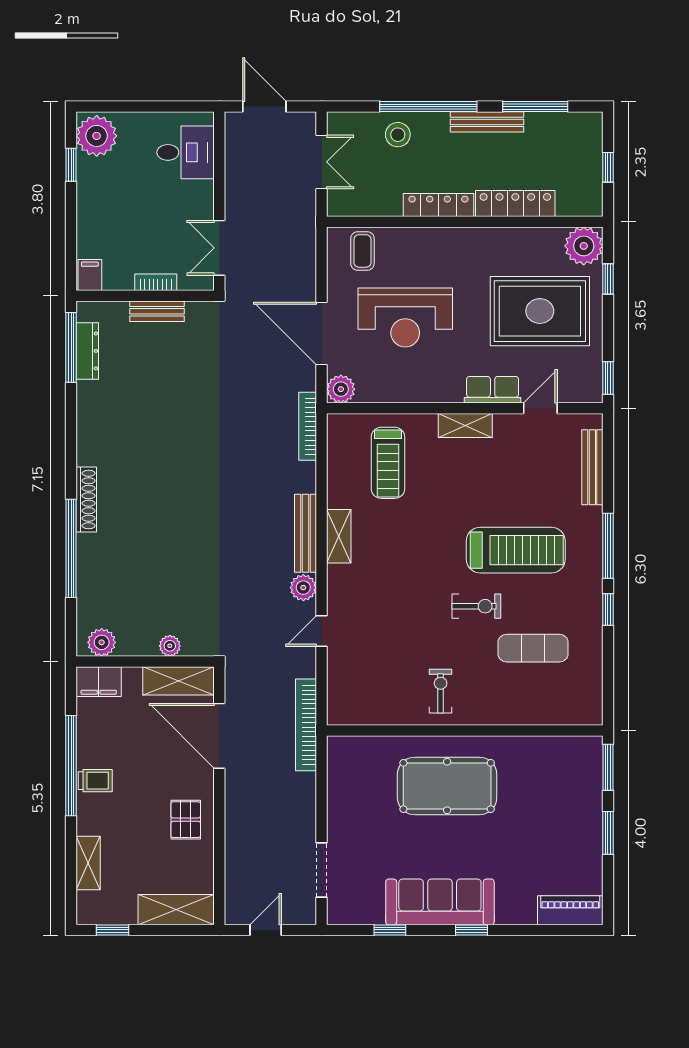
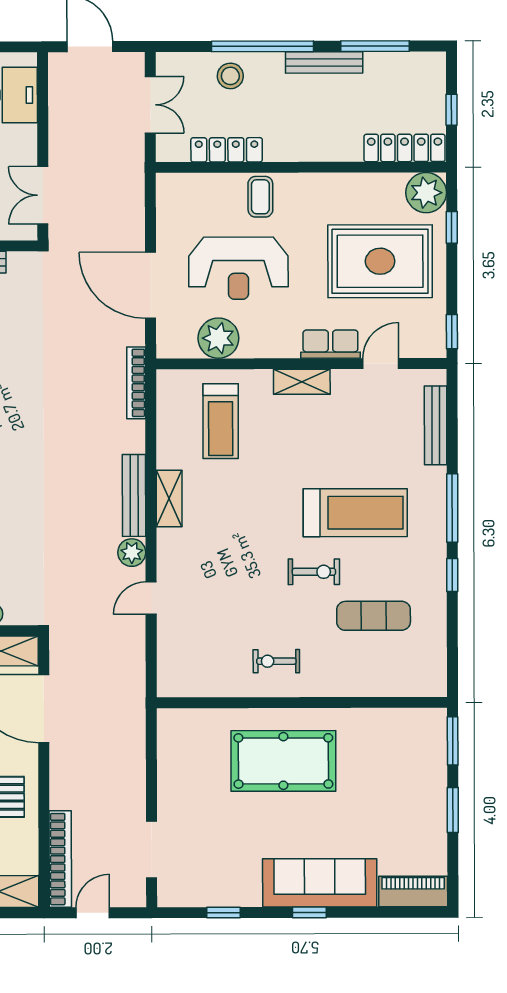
locker: (515, 203) -> (405, 148), moved
locker: (438, 205) -> (227, 150), moved
coffee table: (362, 251) -> (260, 197), moved
plant: (341, 389) -> (218, 338), moved, width x1.36, depth x1.36
exercise bike: (441, 691) -> (276, 661), turned -90
bookcase: (306, 725) -> (60, 859), moved, turned 180
sofa: (440, 902) -> (320, 883), moved

